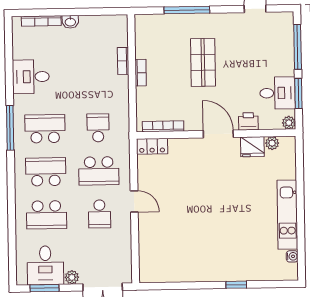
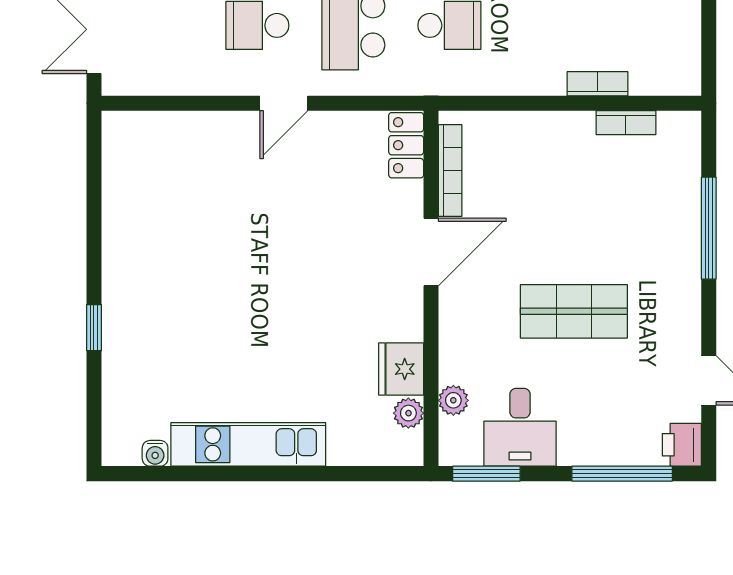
shop shelf: (203, 62) -> (574, 311), moved
bookcase: (141, 73) -> (626, 123), moved
window: (298, 93) -> (486, 474), moved
printer: (248, 121) -> (682, 445), moved, turned 180
plant: (289, 123) -> (453, 400), moved
door: (218, 134) -> (431, 252), moved

